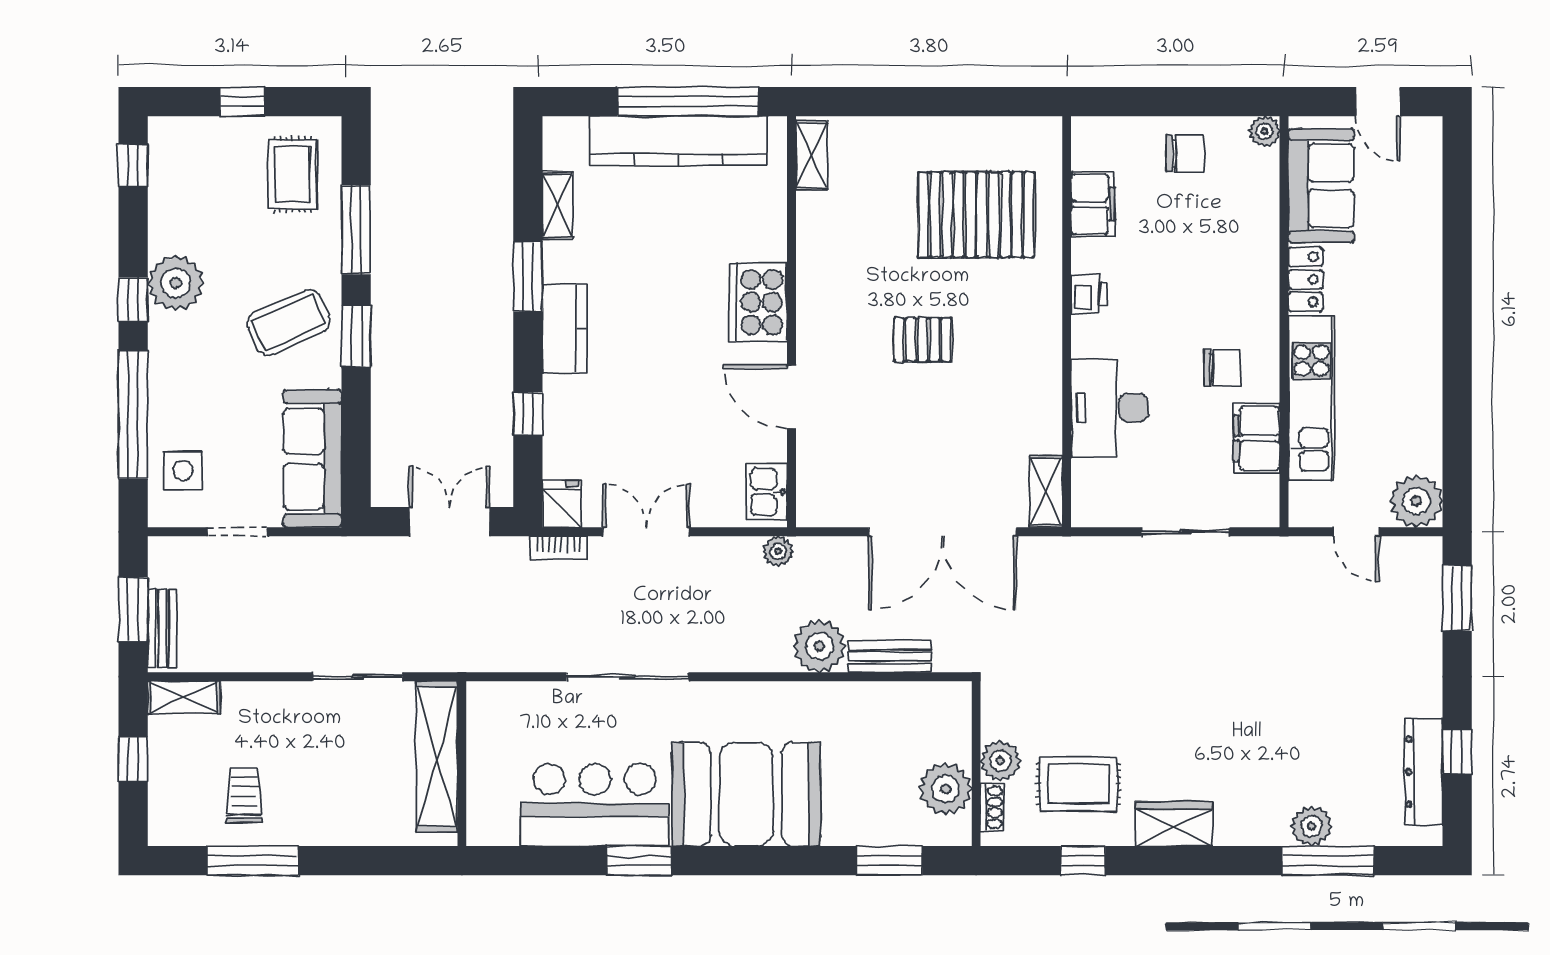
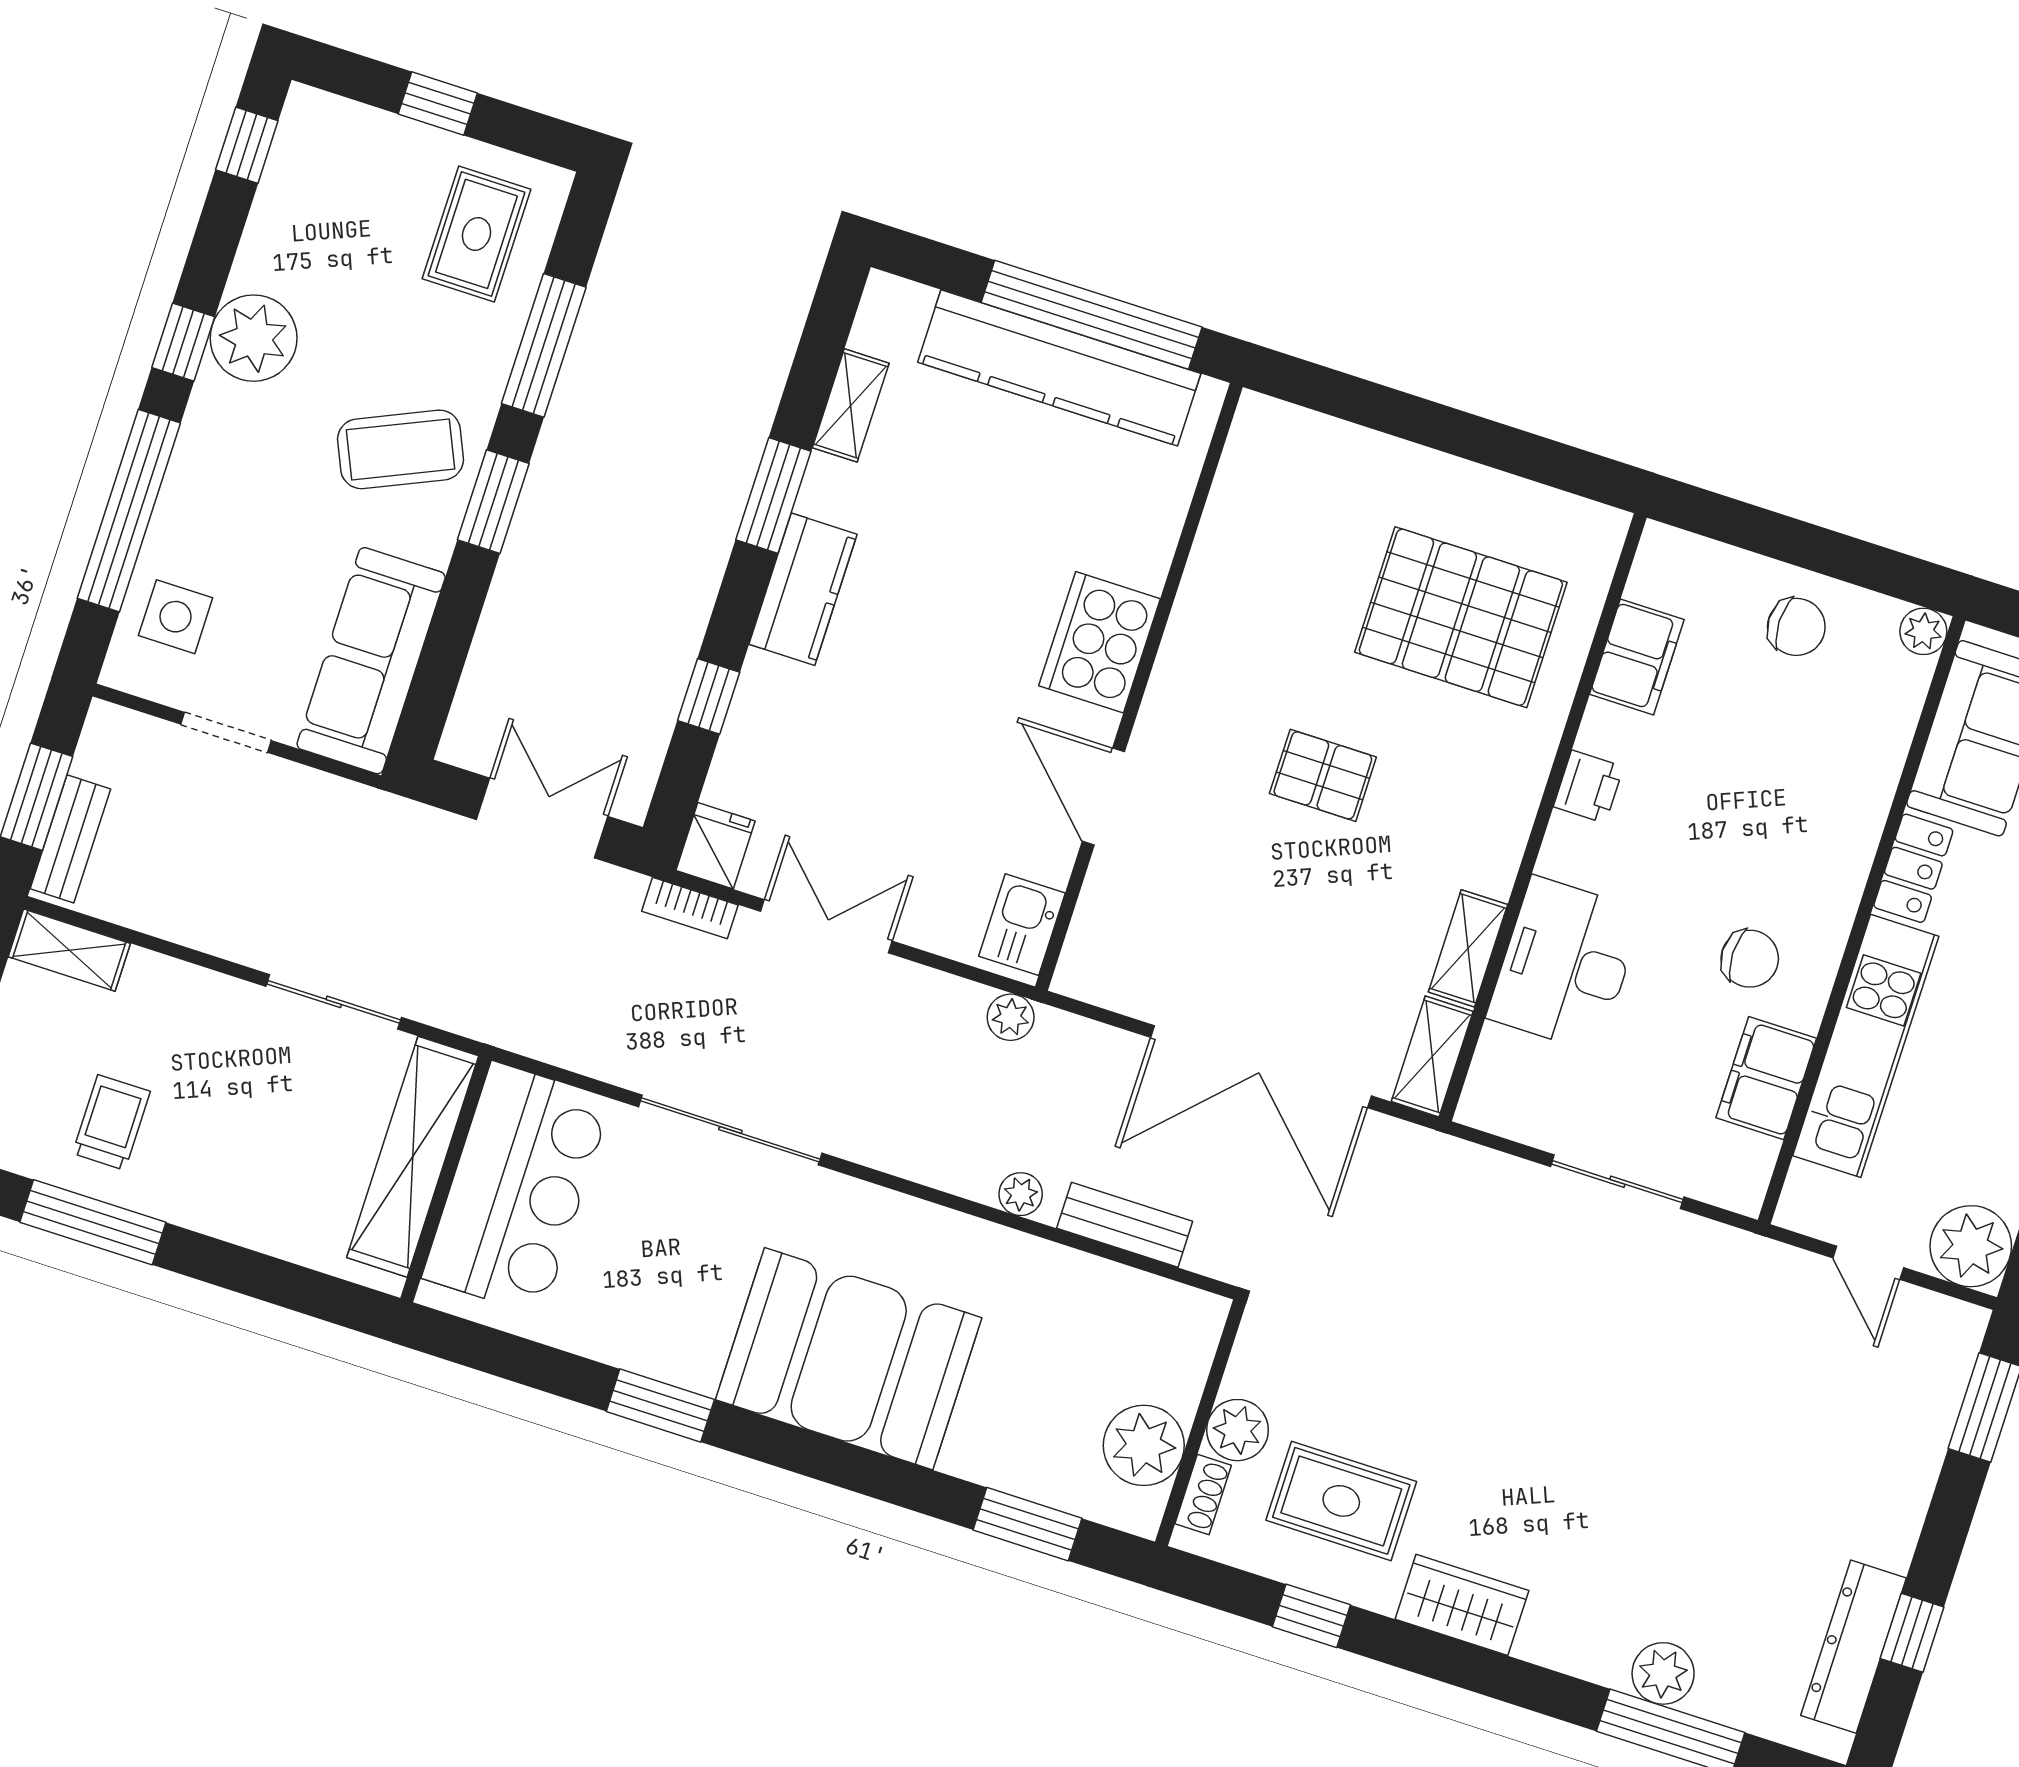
shelving: (812, 155) -> (1468, 948), moved
plant: (820, 646) -> (1021, 1194), width x0.53, depth x0.53
bar counter: (595, 805) -> (517, 1189), moved, turned 90

